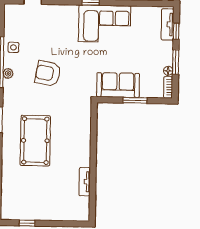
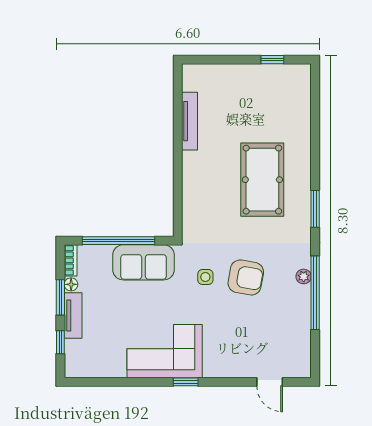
tv unit: (168, 24) -> (73, 316), moved
side table: (13, 47) -> (205, 277), moved
window: (135, 100) -> (118, 241), width x2.11
tv unit: (85, 182) -> (190, 121), width x1.41

